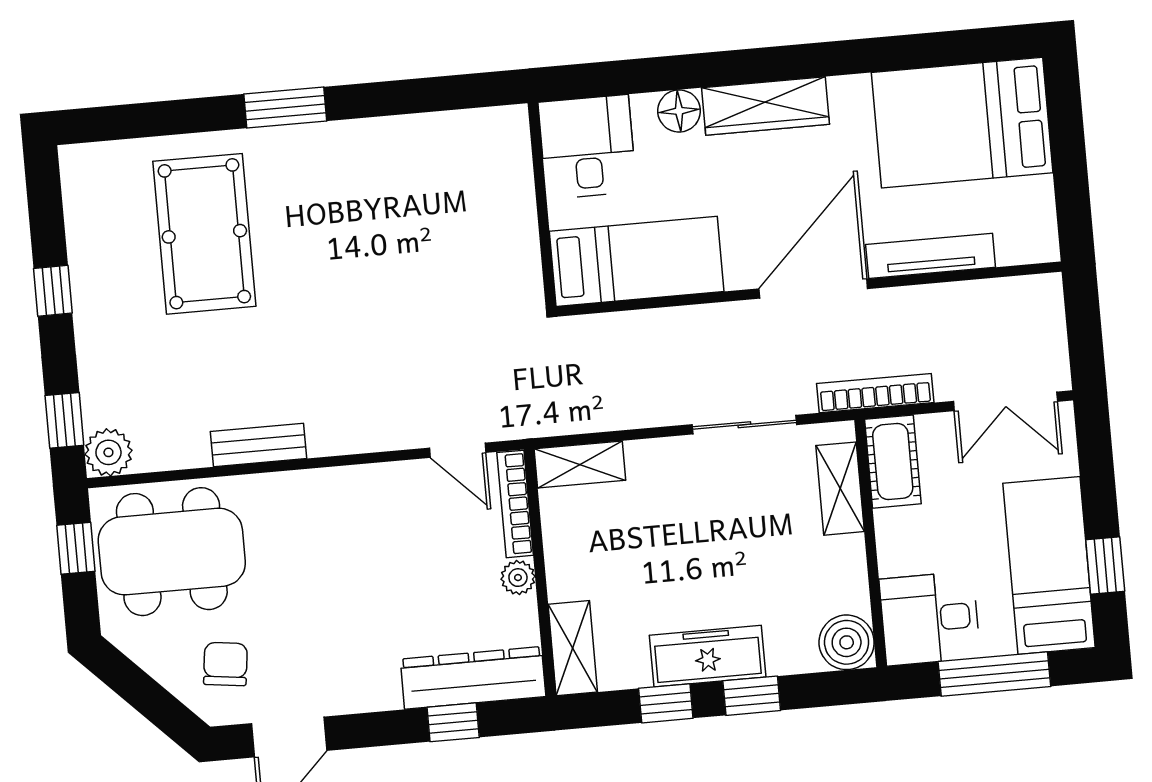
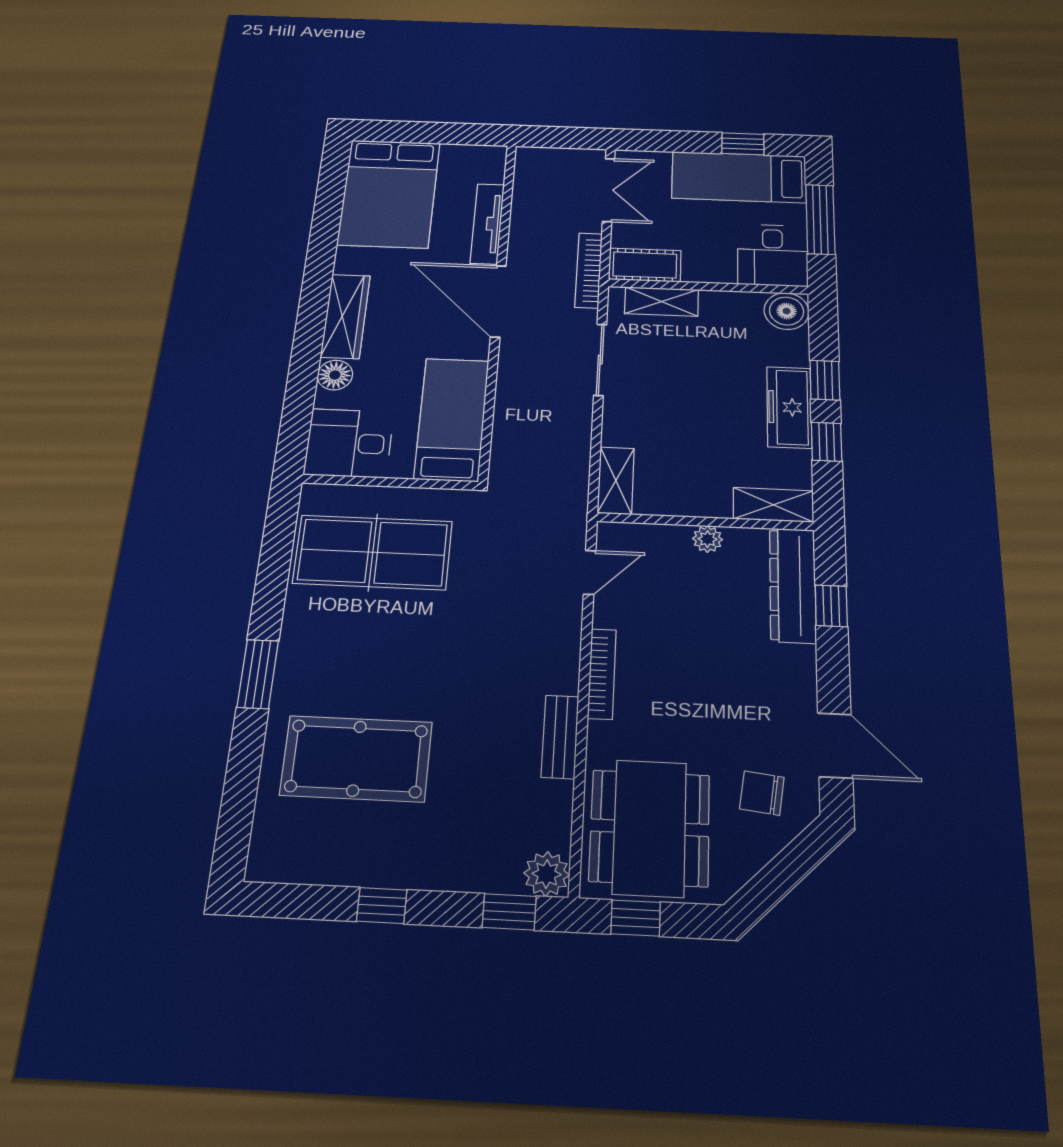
table tennis table: (449, 203) -> (373, 552), added
bookcase: (515, 504) -> (602, 674), moved, turned -90

